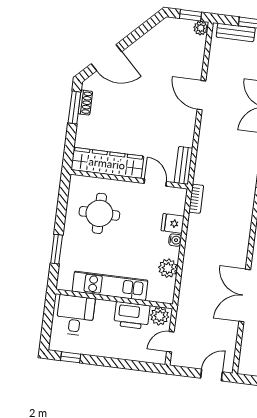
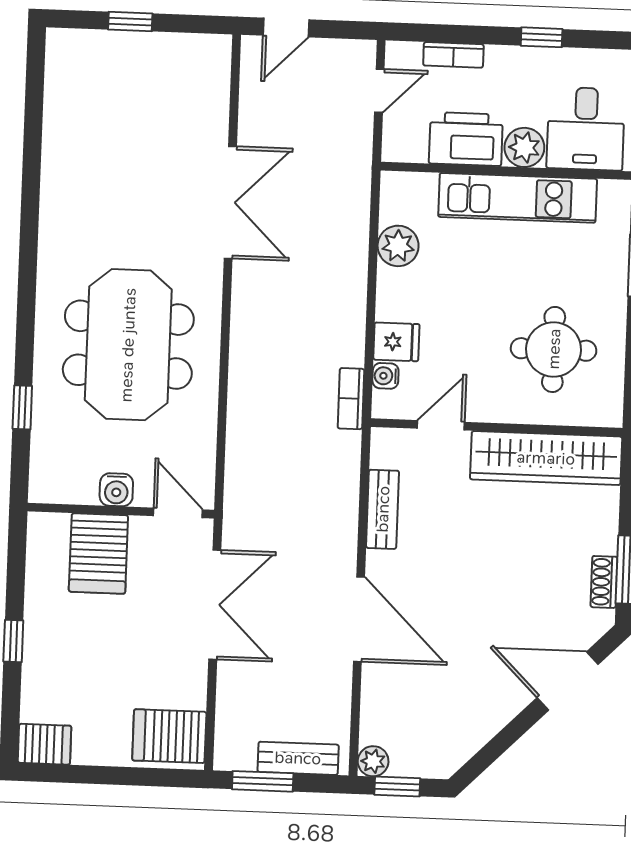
door: (202, 95) -> (359, 619), width x1.36
bench: (183, 165) -> (383, 509), moved
door: (155, 183) -> (441, 425), swing flipped
water cooler: (175, 240) -> (385, 376), moved
plant: (160, 316) -> (524, 147), moved
bookcase: (134, 355) -> (453, 55), added
window: (71, 357) -> (542, 37), moved

